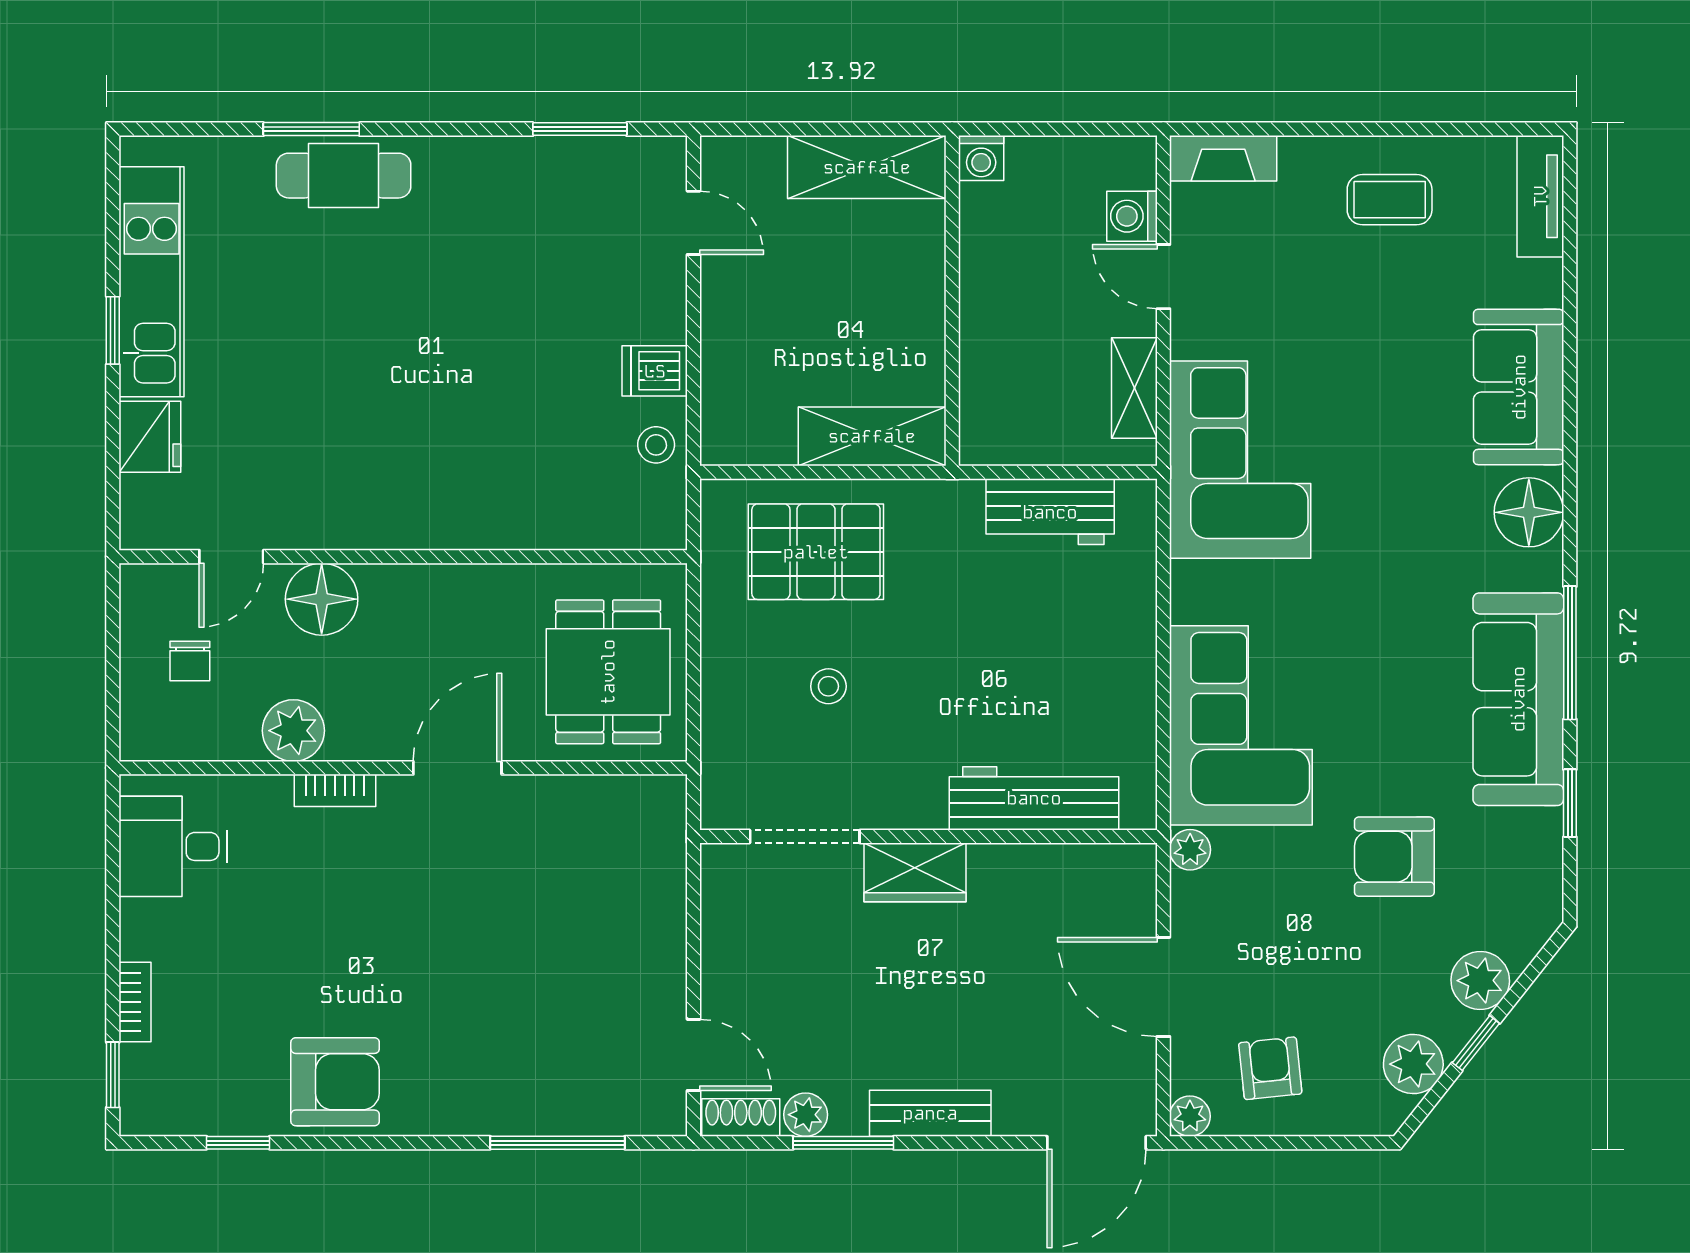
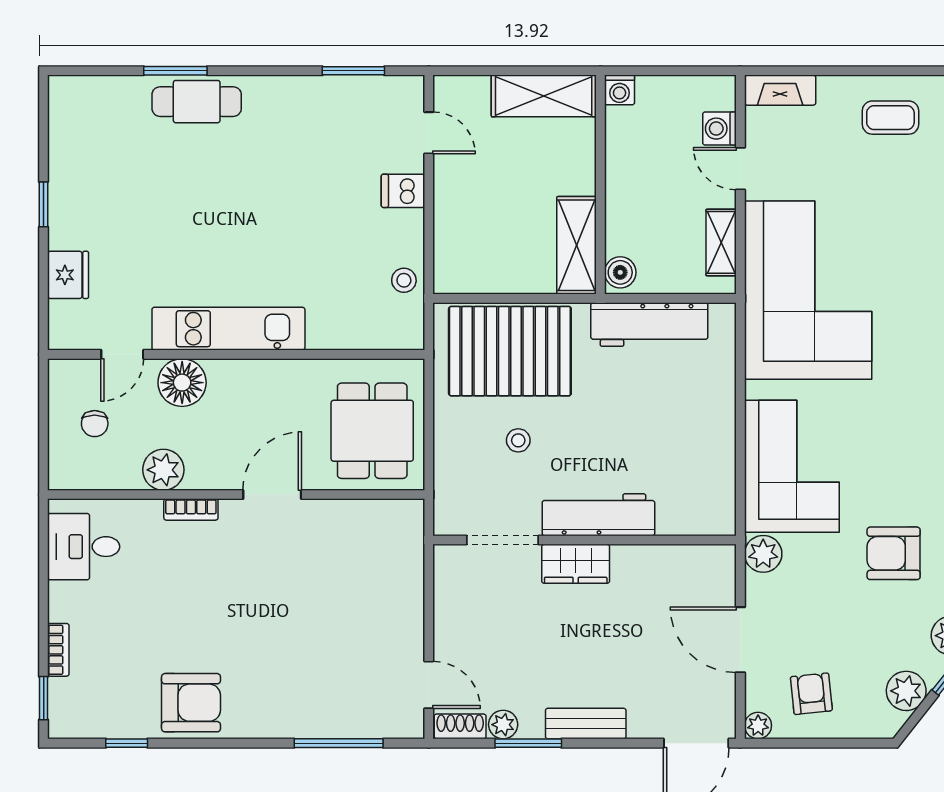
kitchen unit: (152, 282) -> (228, 329), moved, turned -90
dishwasher: (655, 371) -> (403, 191), moved
boiler: (982, 433) -> (620, 272), added
shelving: (872, 436) -> (577, 245), moved, turned 90
corner sofa: (1240, 460) -> (808, 290), width x1.36, depth x1.36
workbench: (1050, 512) -> (649, 325), width x1.38
pallet: (816, 552) -> (510, 351), width x1.37, depth x1.41
workbench: (1034, 798) -> (598, 515), moved
plant: (1190, 850) -> (763, 554), width x1.38, depth x1.38

